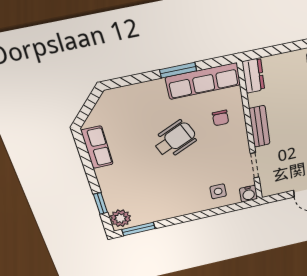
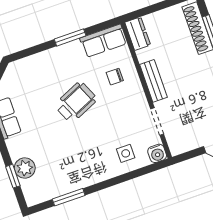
row of seats: (203, 81) -> (103, 41), width x0.68
chair: (220, 118) -> (115, 77), turned 90
plant: (120, 218) -> (25, 168), moved
window: (138, 229) -> (69, 197), moved

